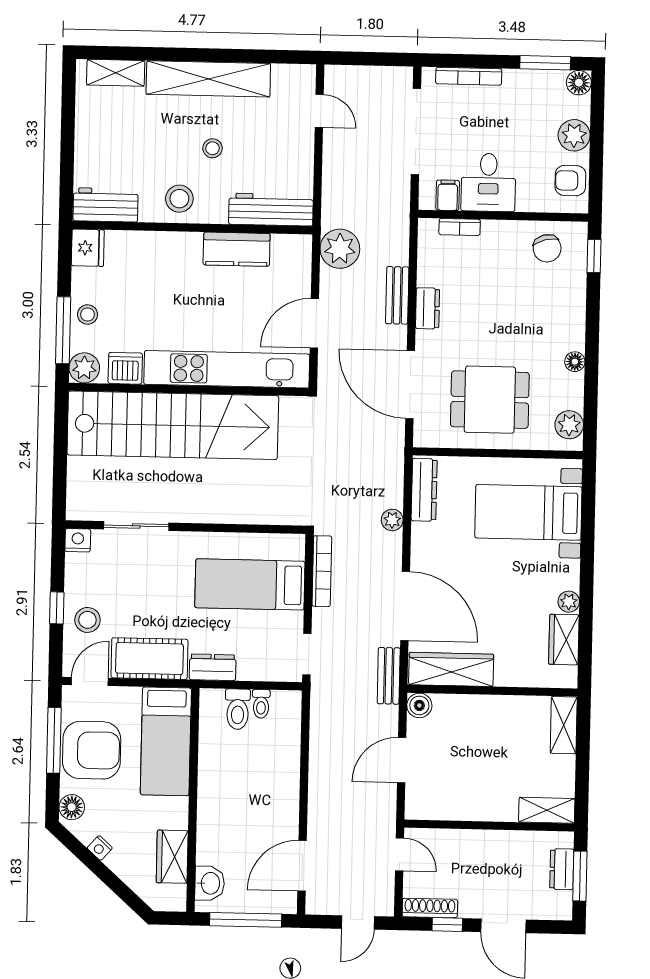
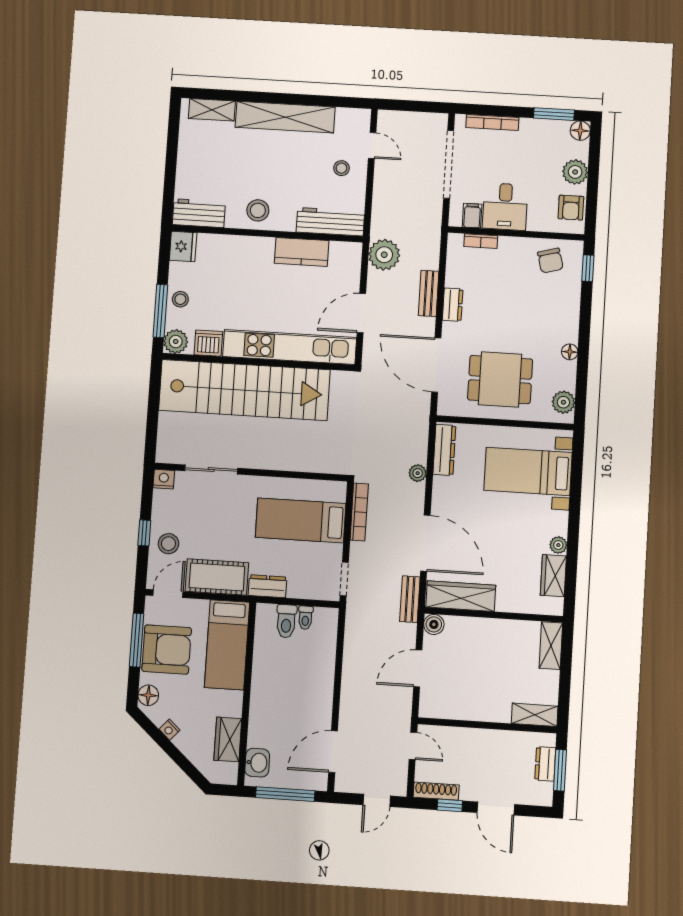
stool: (213, 148) -> (341, 168), moved
armchair: (570, 181) -> (571, 208), turned -90

